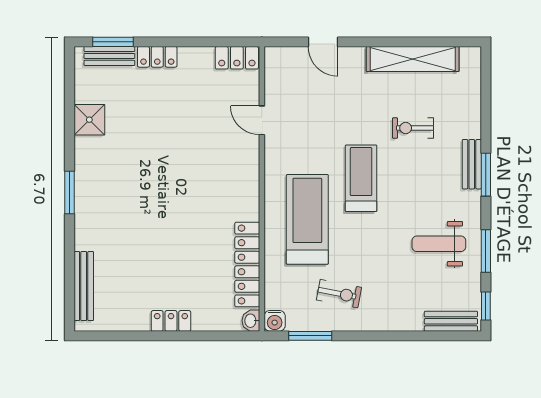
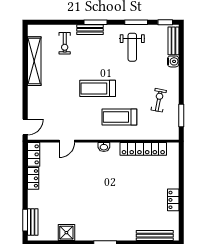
door: (323, 42) -> (25, 127), moved
locker: (157, 57) -> (33, 178), moved
exercise bike: (413, 128) -> (65, 43), moved
treadmill: (307, 219) -> (119, 117), width x0.73, depth x0.73
locker: (171, 321) -> (173, 200), moved
washbasin: (251, 321) -> (104, 147), moved
water cooler: (275, 321) -> (173, 61), moved

